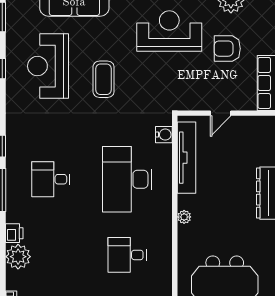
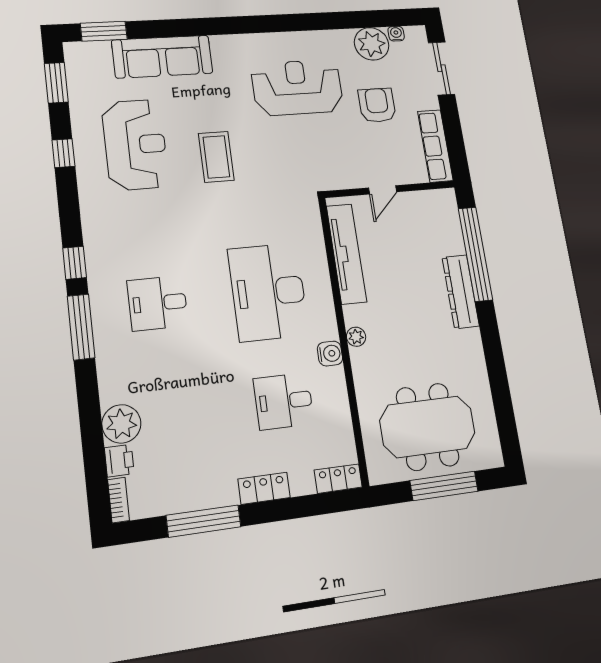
armchair: (227, 49) -> (377, 105), turned 90
reception desk: (48, 66) -> (135, 145), turned 180
water cooler: (164, 135) -> (330, 354), moved
printer: (14, 233) -> (119, 461), moved

